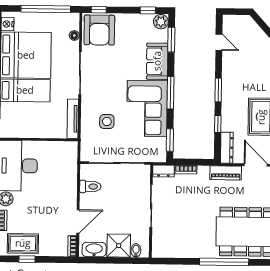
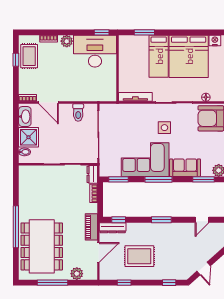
side table: (107, 121) -> (164, 128), moved
window: (218, 124) -> (119, 220), moved

